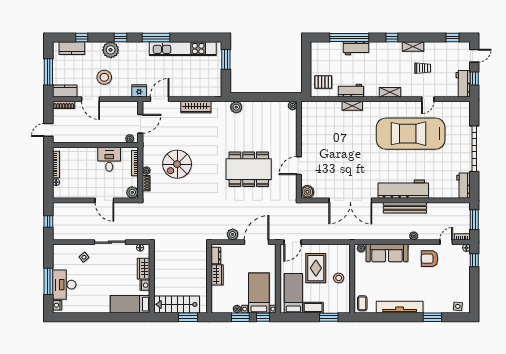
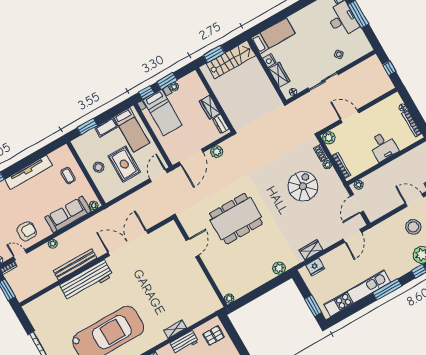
fridge: (139, 91) -> (315, 267), moved
wardrobe: (196, 107) -> (311, 250), width x0.67
desk: (109, 159) -> (383, 146), moved
workbench: (464, 186) -> (34, 315), removed
boiler: (307, 192) -> (171, 229), removed
door: (446, 242) -> (20, 255), swing flipped
coffee table: (362, 303) -> (68, 176), moved

